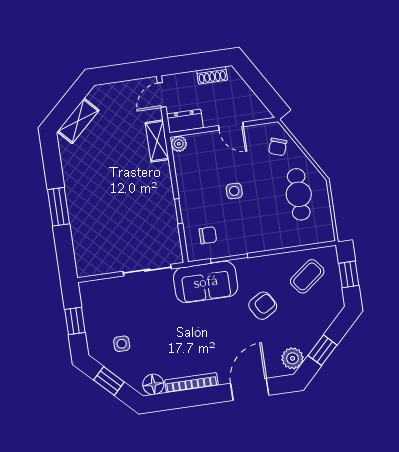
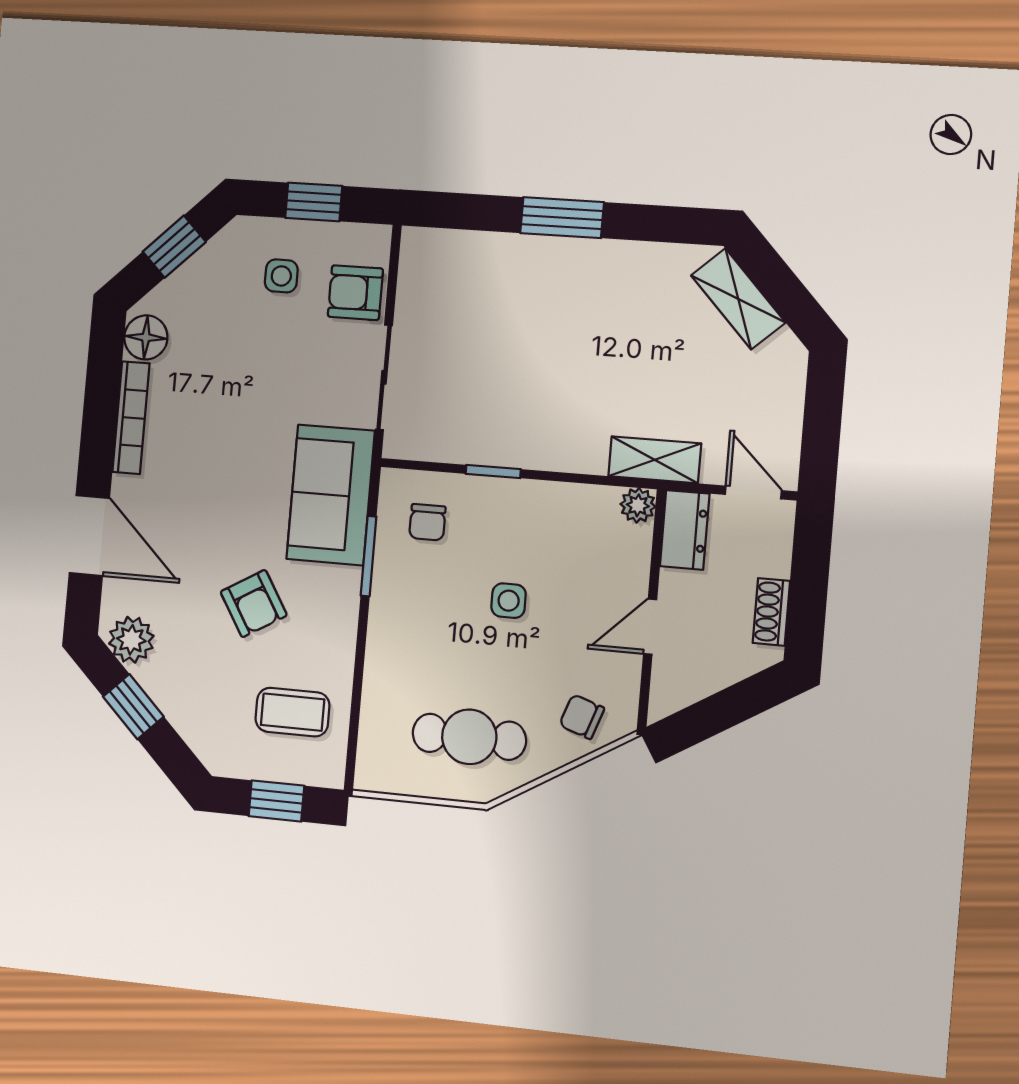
coffee table: (307, 276) -> (292, 712), turned -52
armchair: (112, 292) -> (355, 293), added
side table: (122, 344) -> (281, 276), moved

